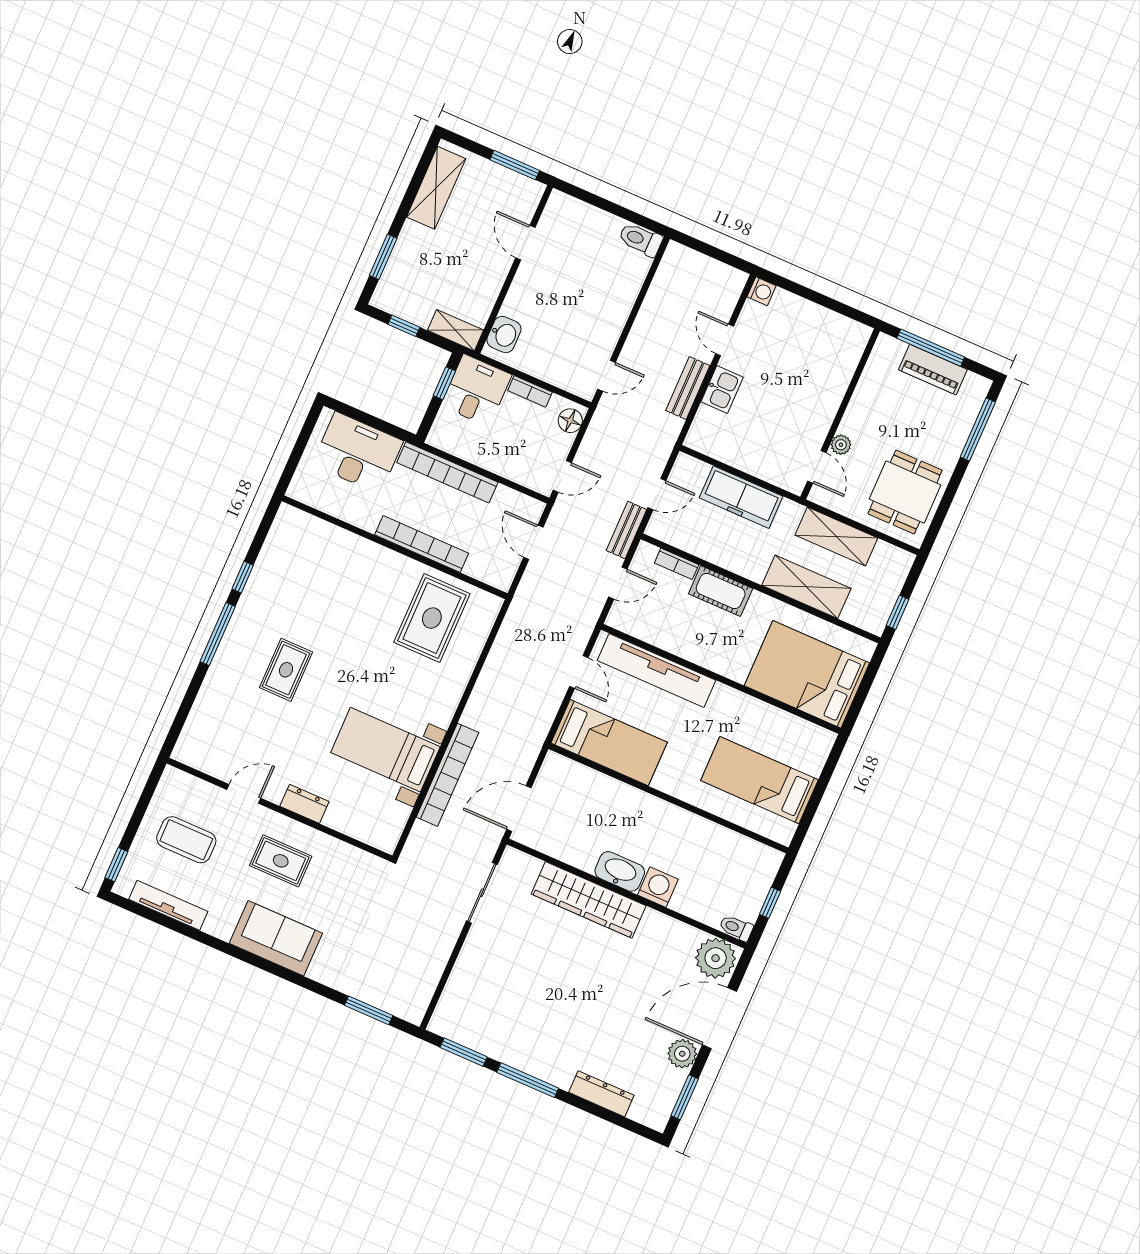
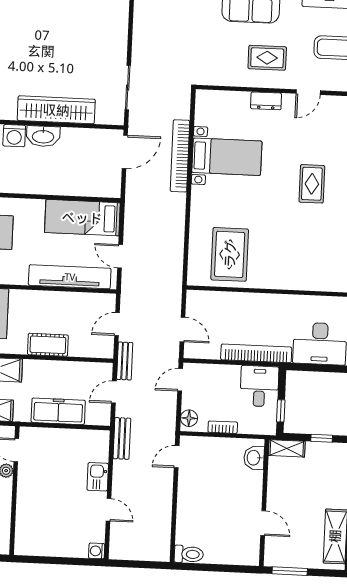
bench: (688, 388) -> (122, 438), moved
desk: (476, 390) -> (259, 386), moved, turned 180
bookcase: (422, 544) -> (255, 300), removed
bookcase: (677, 564) -> (83, 351), removed

